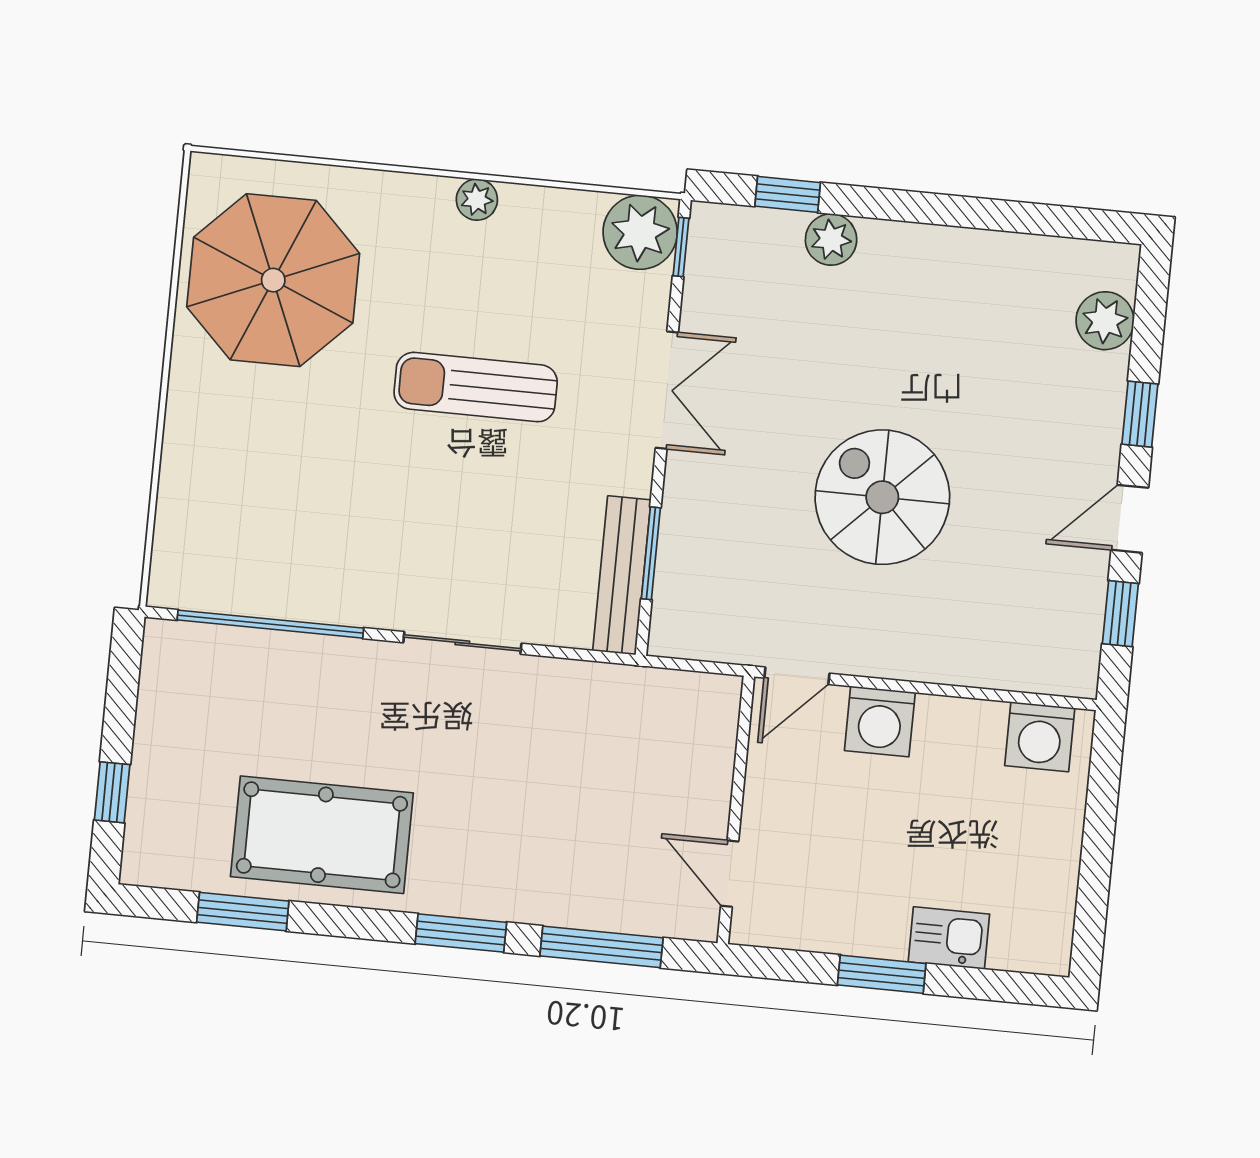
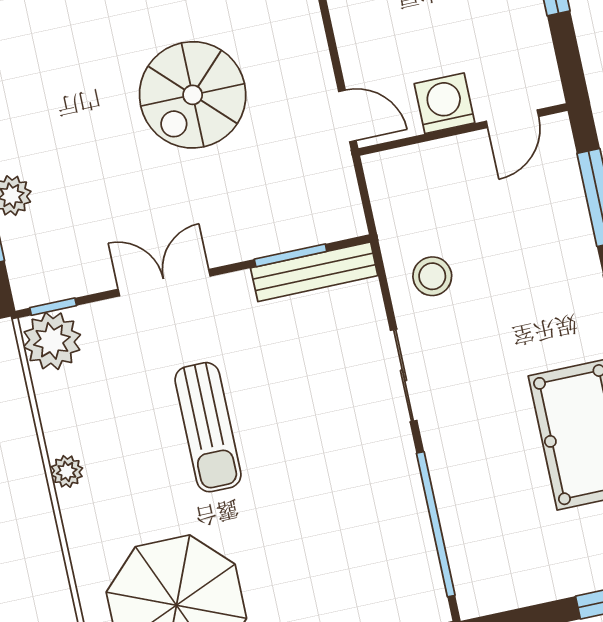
stool: (571, 716) -> (432, 276), added
washing machine: (880, 721) -> (445, 103), moved, turned -90

